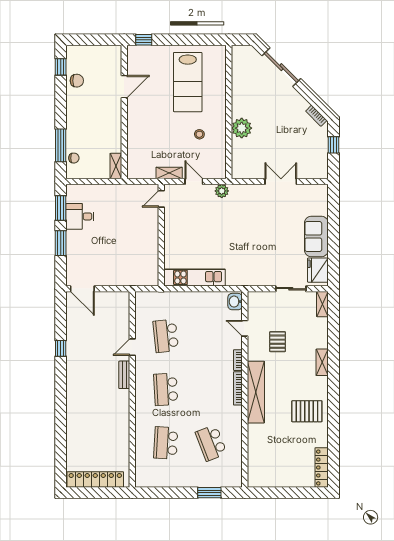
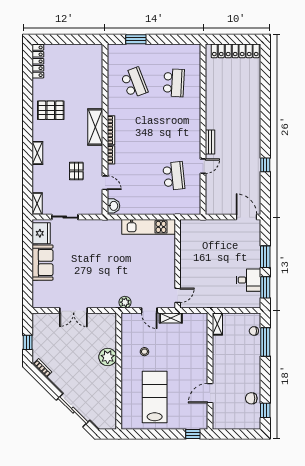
school desk: (166, 389) -> (174, 129), removed
shelving: (256, 392) -> (95, 127), width x0.68

